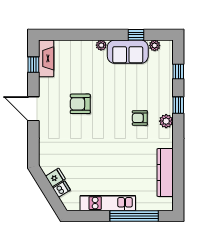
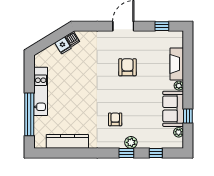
fireplace: (46, 58) -> (177, 64), moved, turned 90
plant: (166, 121) -> (131, 142), moved
dishwasher: (62, 189) -> (72, 39), moved

